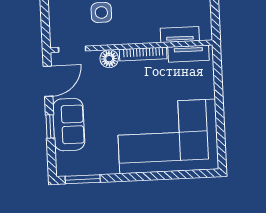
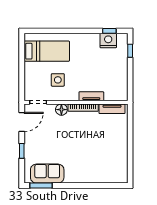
tv unit: (180, 35) -> (91, 96), moved
sofa: (69, 125) -> (47, 174), moved, turned -90
corner sofa: (168, 136) -> (96, 161), removed

